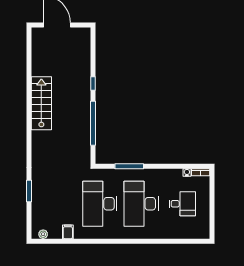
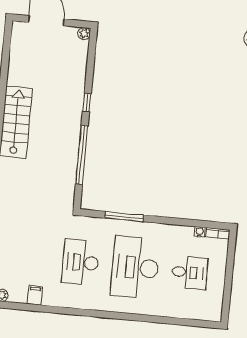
plant: (86, 32) -> (84, 33), added
desk: (100, 204) -> (81, 262), width x0.73, depth x0.77

